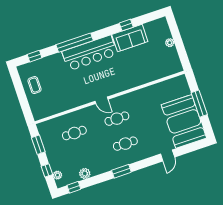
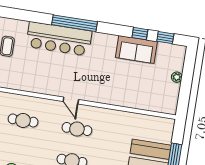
bar counter: (90, 53) -> (59, 39), moved
window: (35, 56) -> (165, 38), moved

